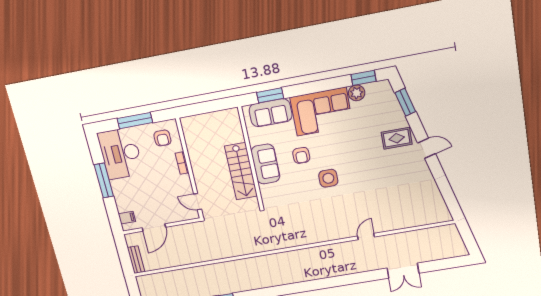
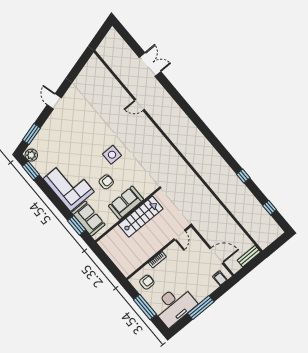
plant: (357, 93) -> (31, 155), moved
rug: (397, 138) -> (59, 125), removed

